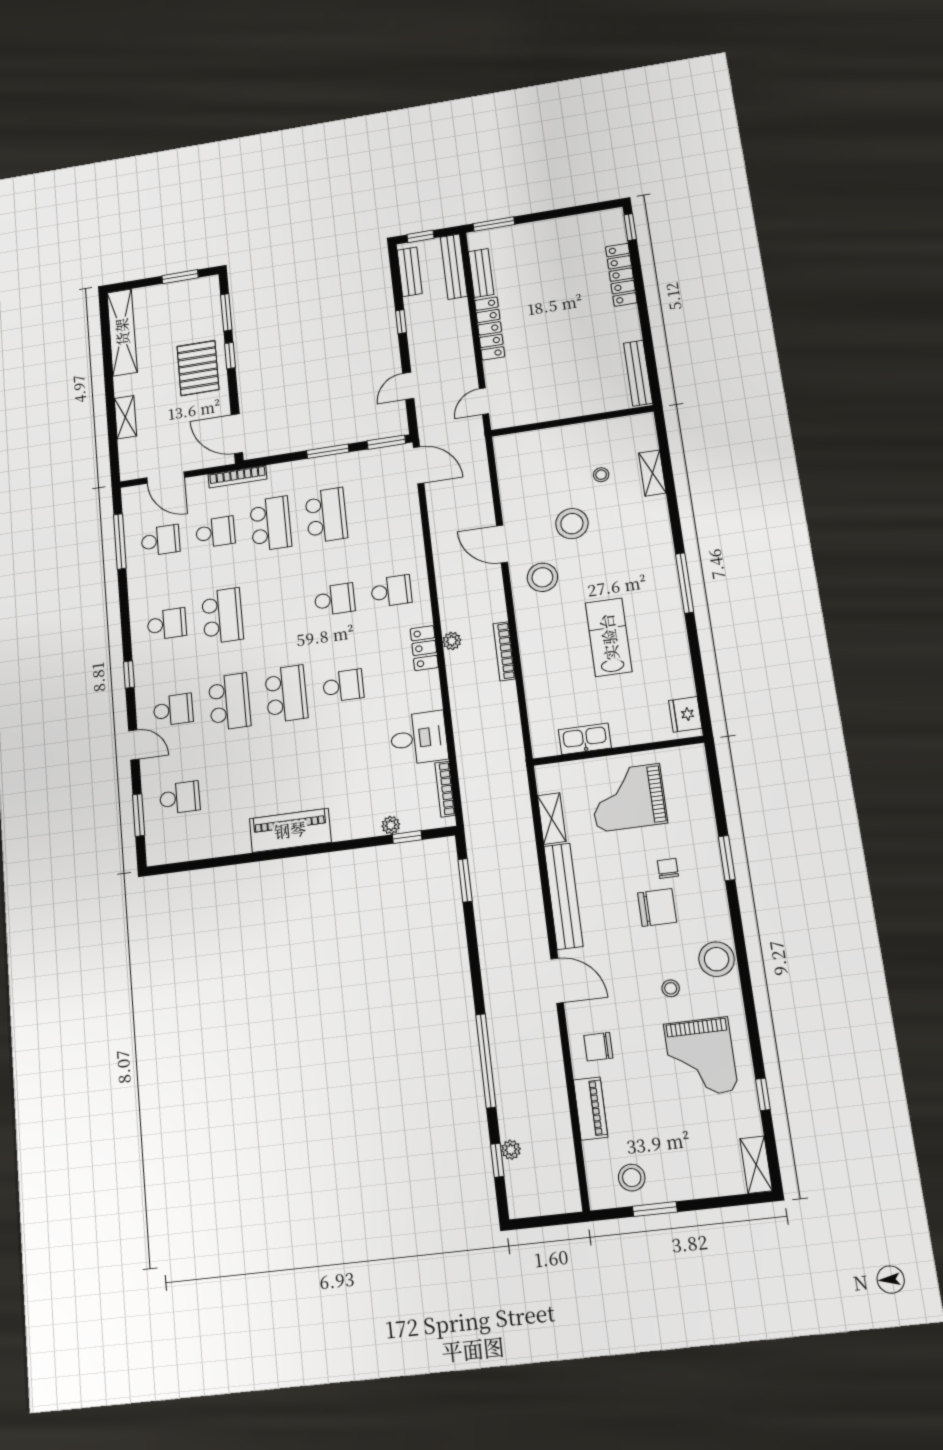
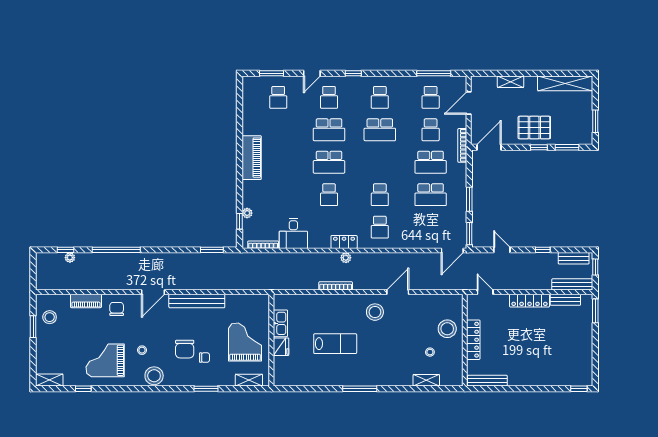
locker: (621, 275) -> (473, 340), moved, turned 90
stool: (572, 524) -> (447, 329), moved
fridge: (685, 714) -> (281, 347), moved, turned 90
shelving: (552, 819) -> (249, 380), moved

